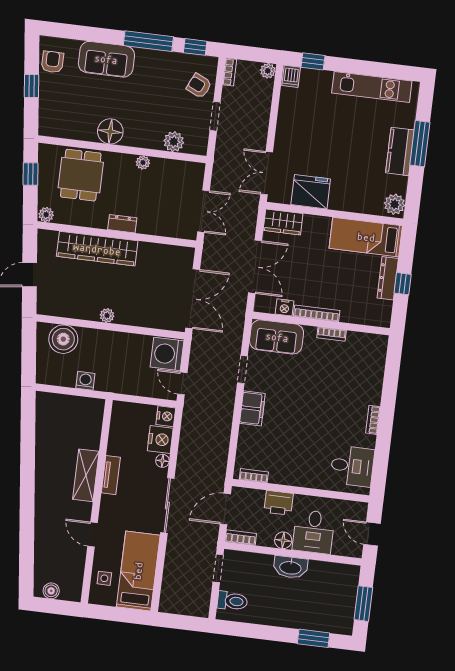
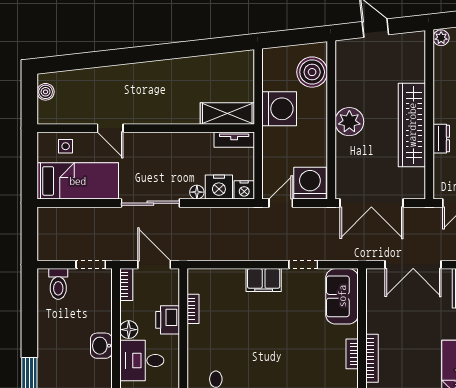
dresser: (122, 224) -> (441, 139), moved
wardrobe: (97, 249) -> (412, 125), moved
nightstand: (285, 307) -> (374, 301), removed
bookcase: (317, 313) -> (372, 358), moved
plant: (107, 315) -> (349, 122), width x1.87, depth x1.87
washing machine: (85, 381) -> (279, 109), width x1.89, depth x1.89
shelving: (86, 475) -> (227, 113), moved
tv unit: (111, 475) -> (234, 140), moved
bookcase: (254, 476) -> (193, 309), moved
door: (93, 535) -> (110, 128), swing flipped
washbasin: (291, 567) -> (101, 346), width x0.72

